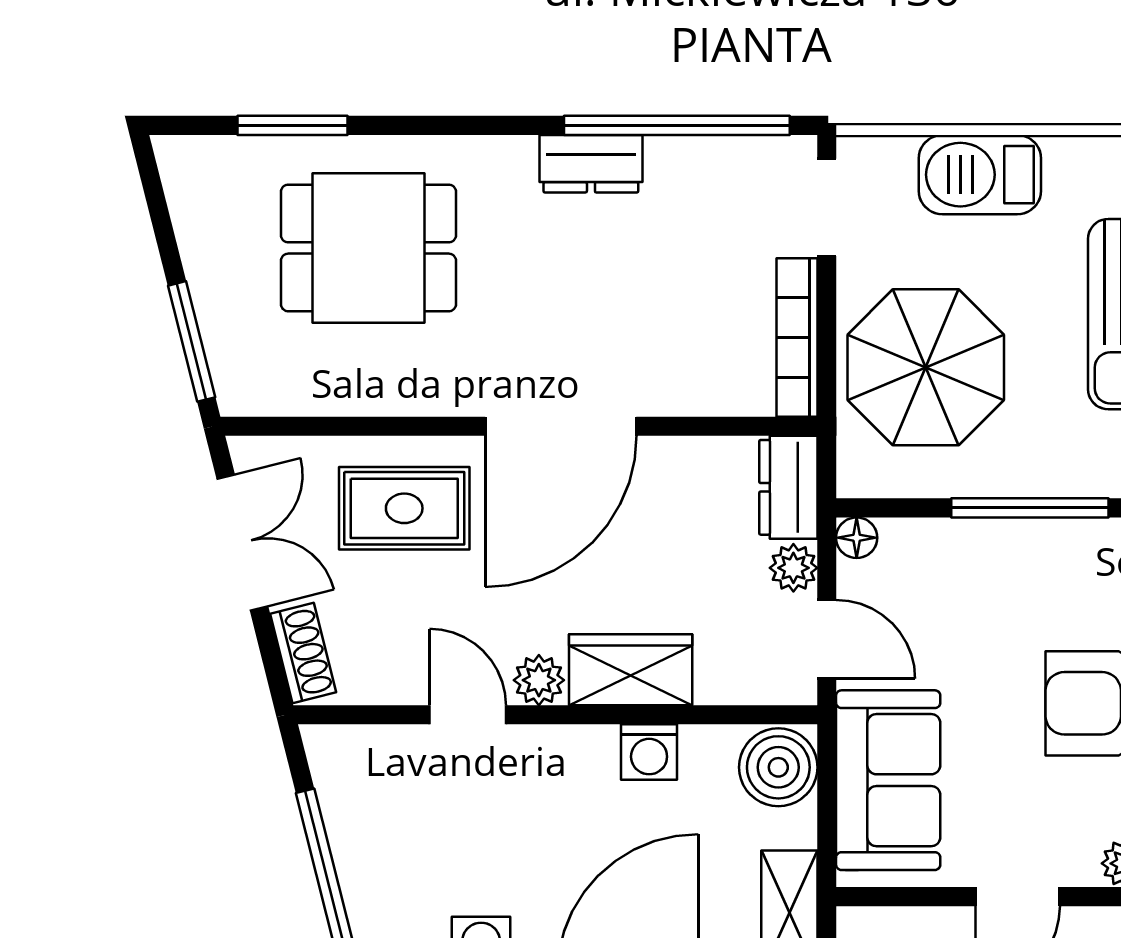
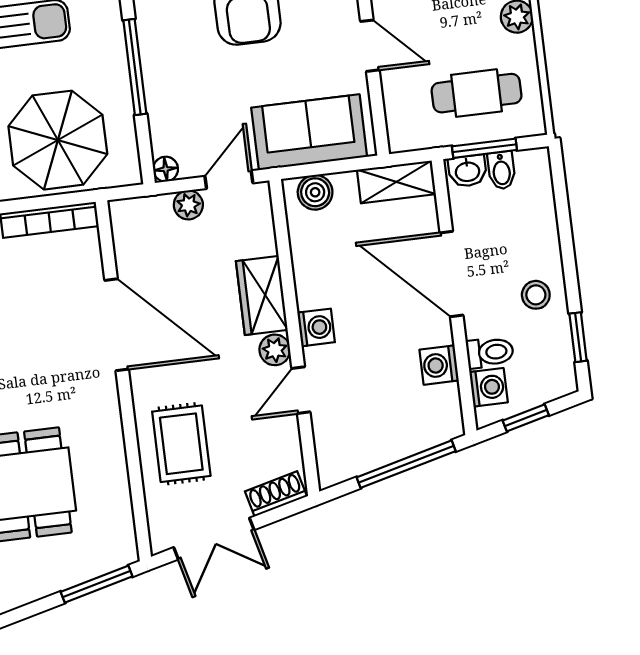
door: (561, 426) -> (117, 325), moved
dresser: (788, 487) -> (140, 214), removed
double door: (242, 542) -> (214, 539), swing flipped
washing machine: (649, 752) -> (316, 327), moved
boiler: (778, 767) -> (315, 192), width x0.73, depth x0.73

